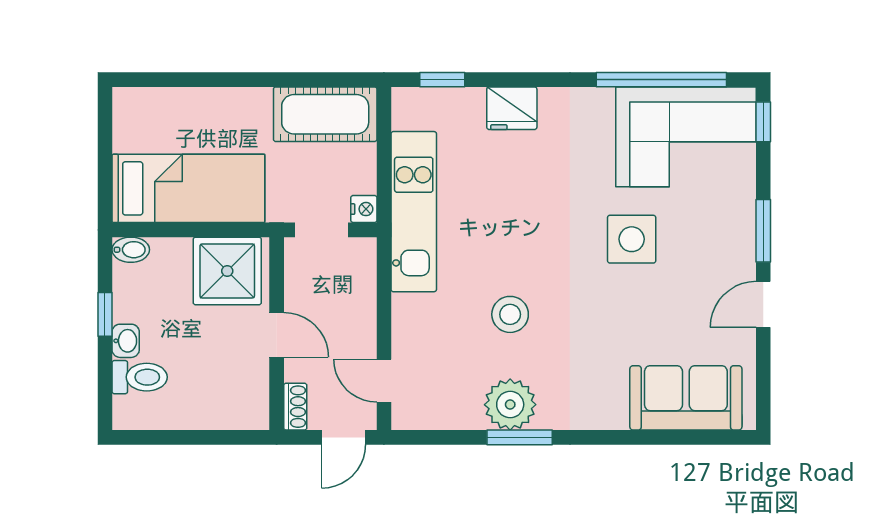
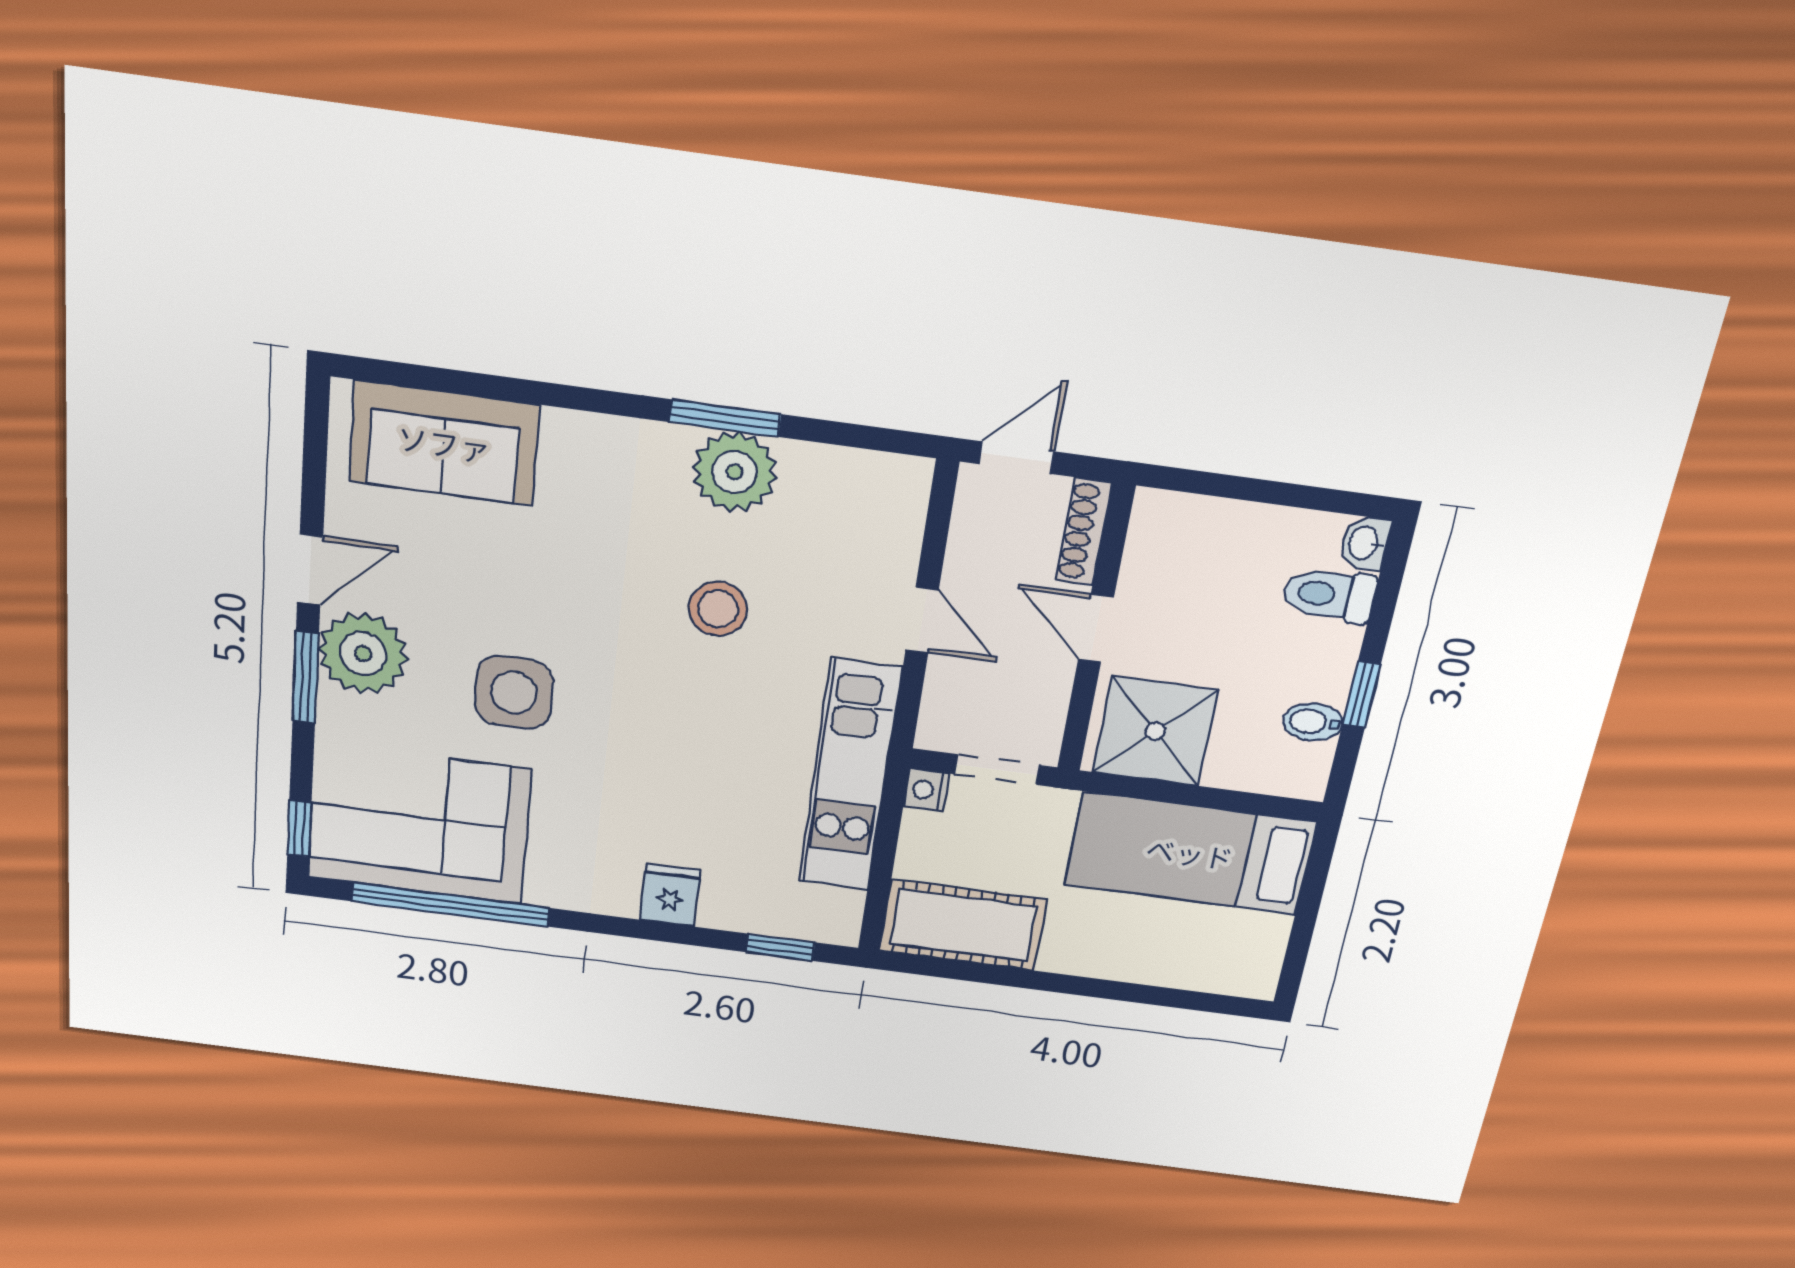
fridge: (512, 108) -> (670, 895), width x0.72
bidet: (131, 250) -> (1313, 722), moved
plant: (728, 252) -> (363, 654), added
washbasin: (126, 341) -> (1365, 543), moved
door: (384, 381) -> (922, 620), moved
shoe rack: (295, 407) -> (1084, 532), width x1.43

